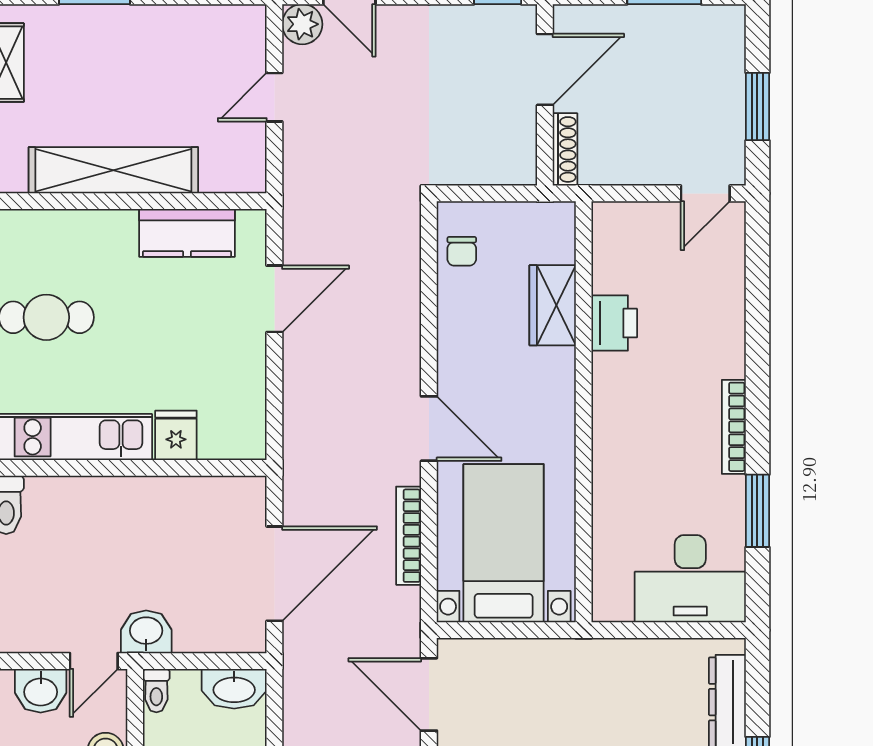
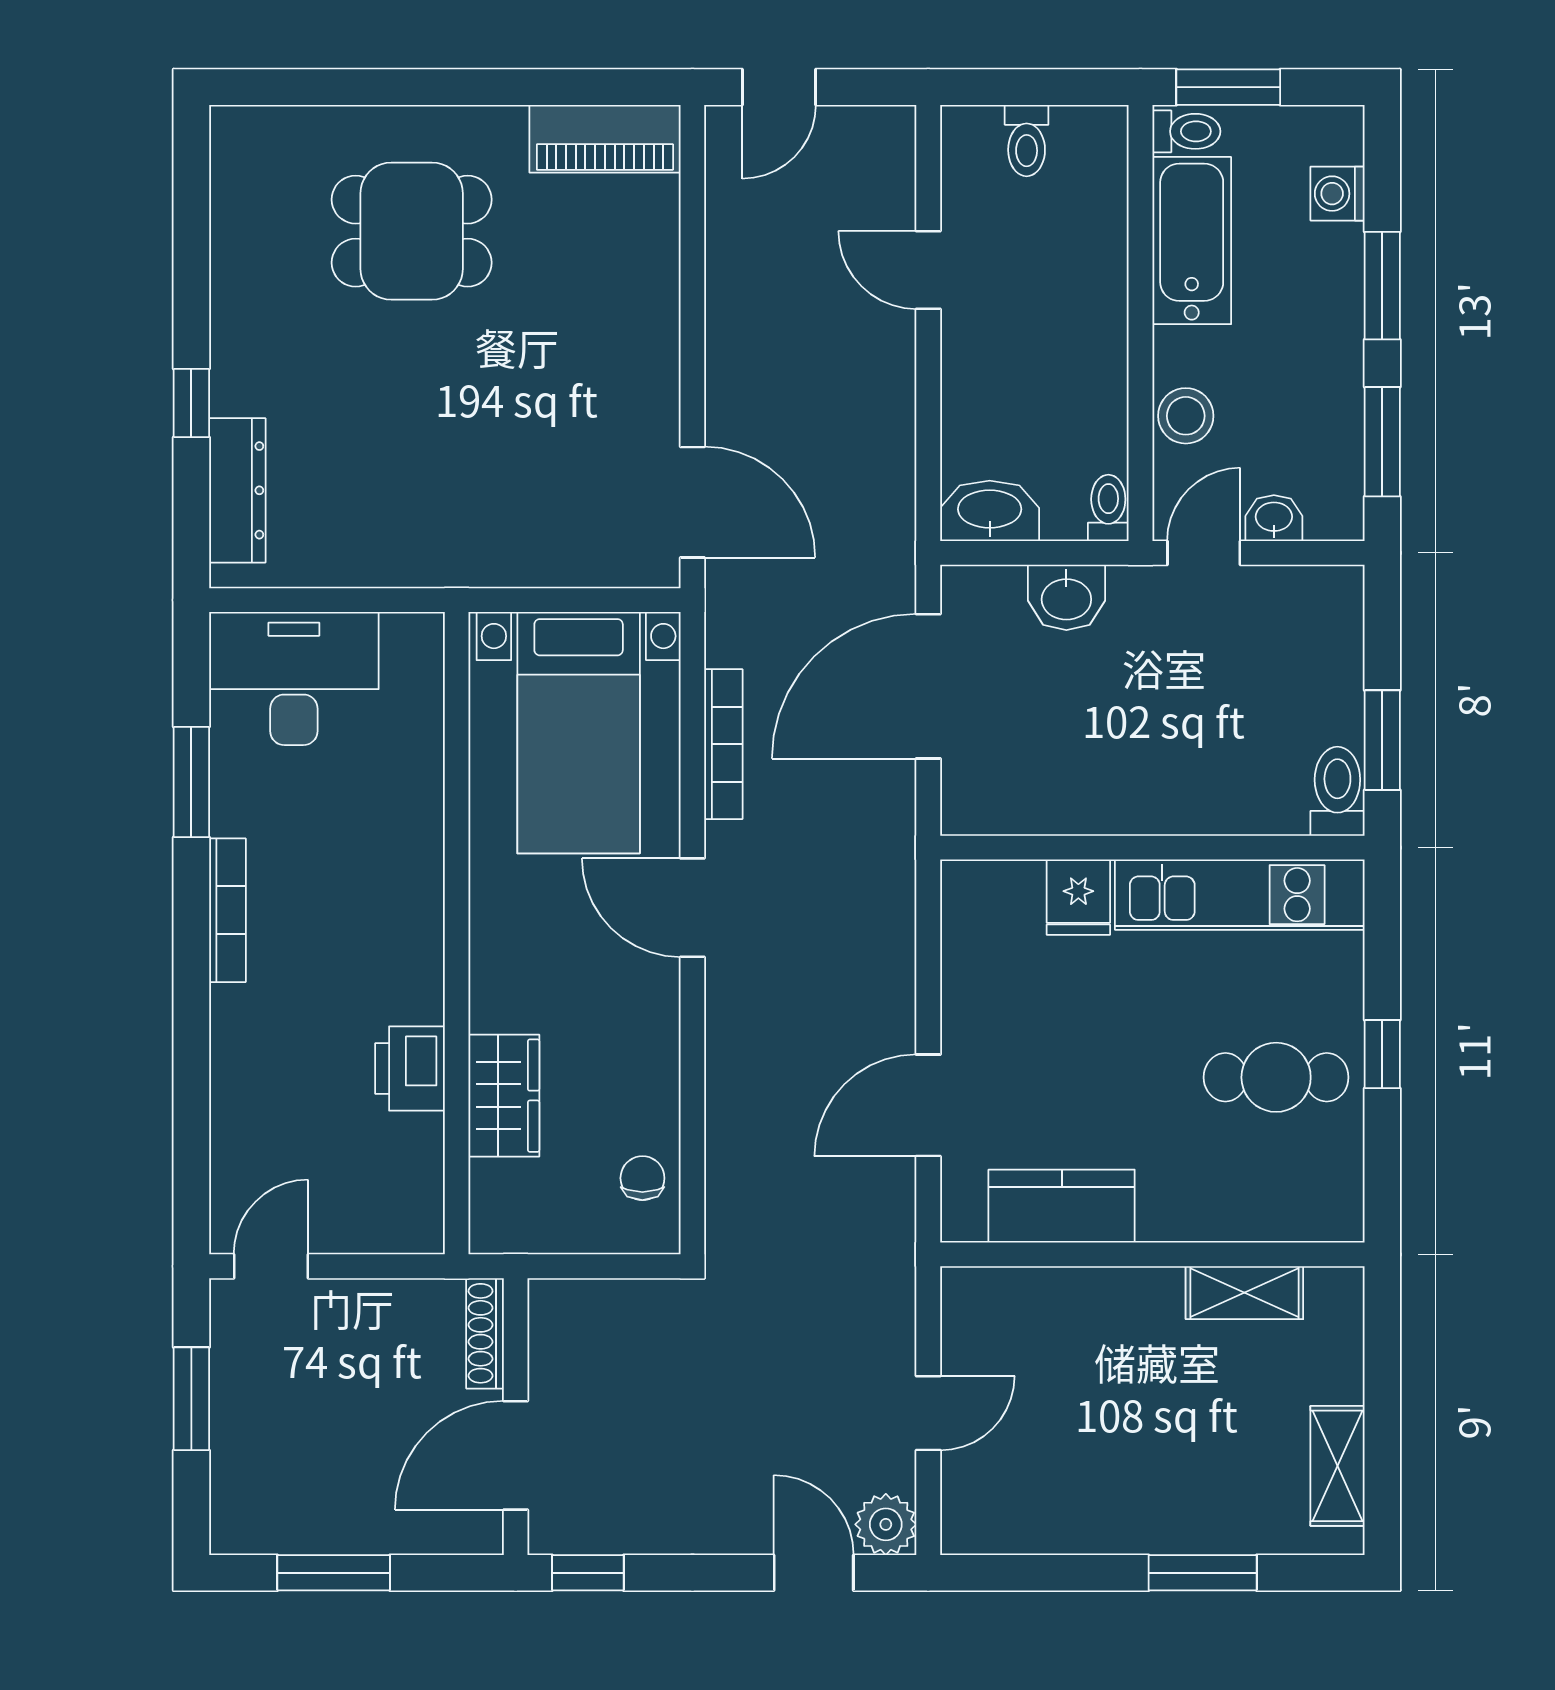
shelving: (113, 170) -> (1244, 1293), width x0.45, depth x0.75
washbasin: (146, 632) -> (1066, 597), moved
washbasin: (41, 691) -> (1274, 518), width x0.72, depth x0.69

